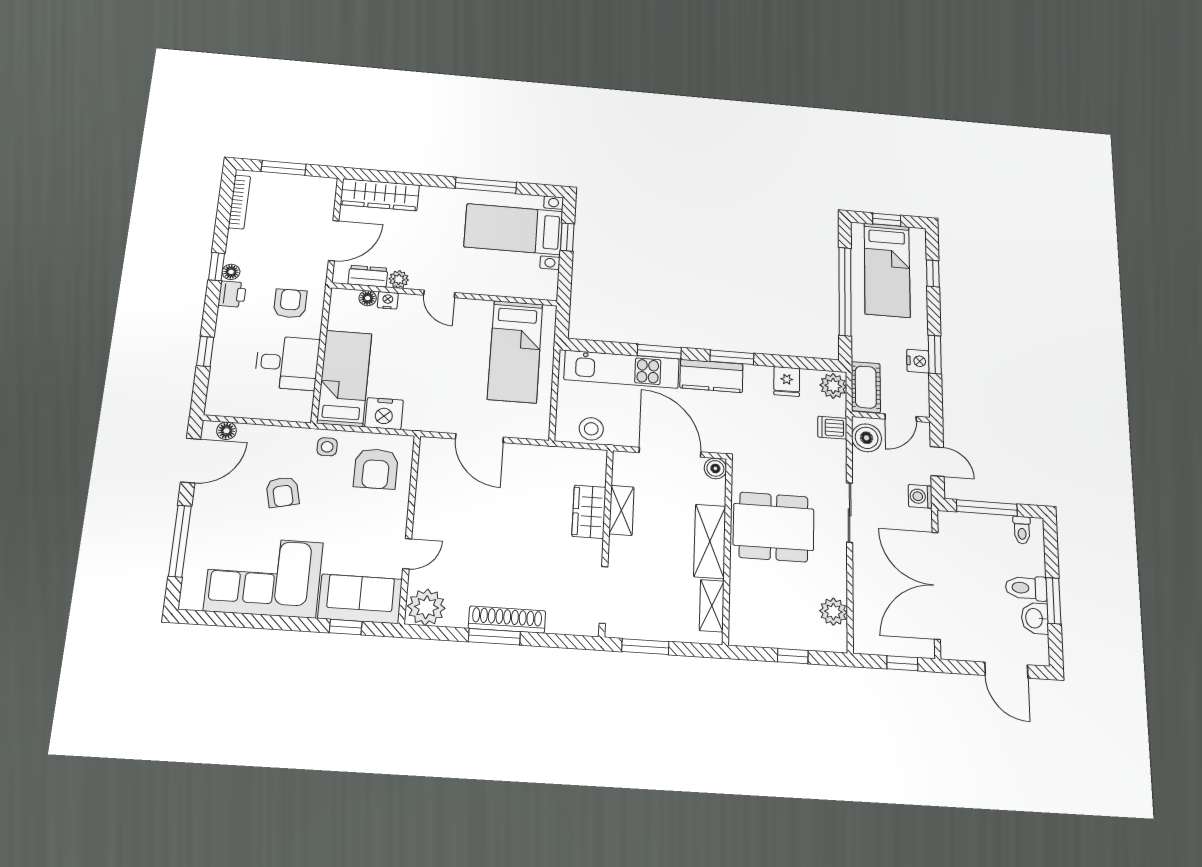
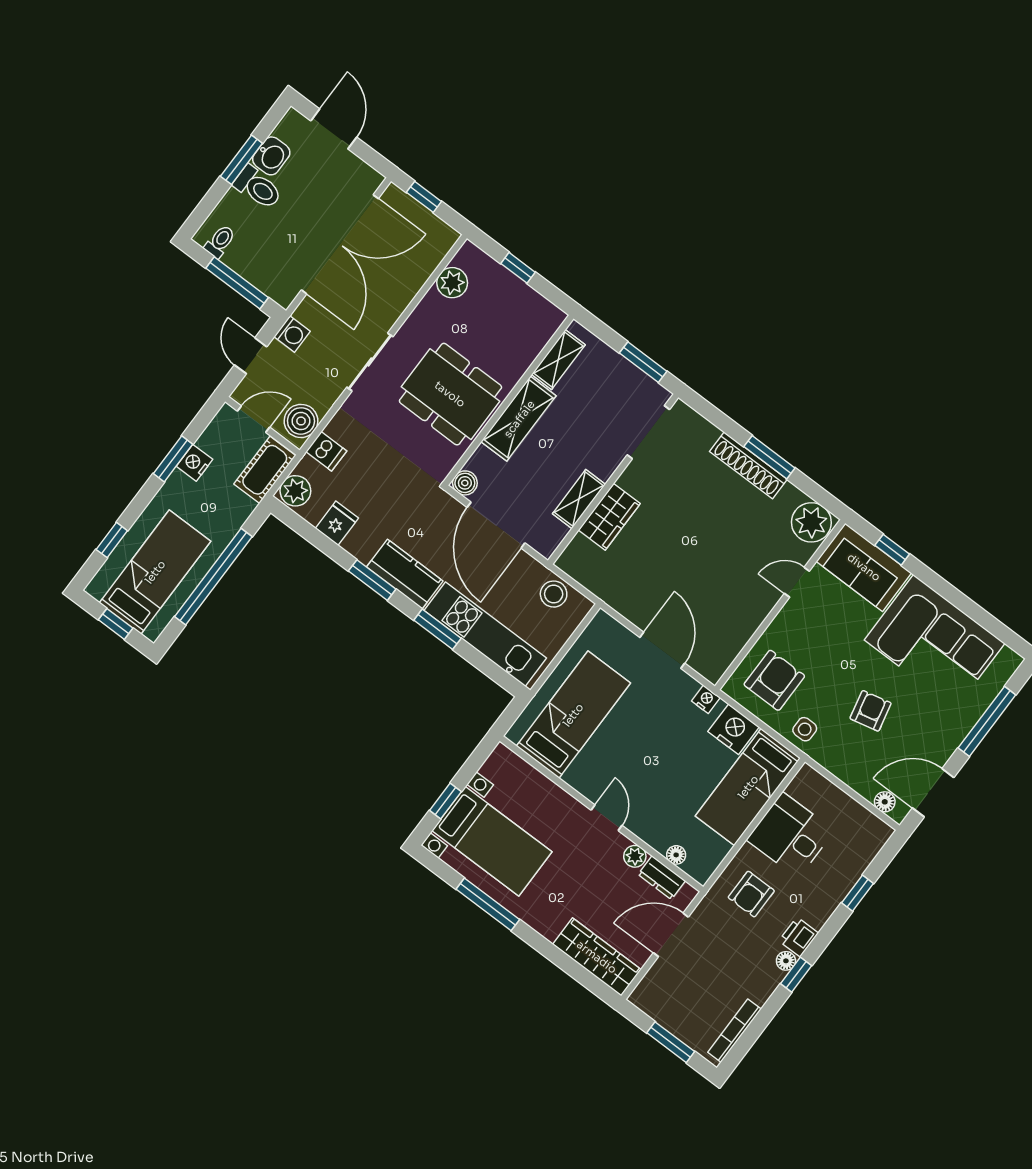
nightstand: (388, 300) -> (706, 699), moved, turned 180

